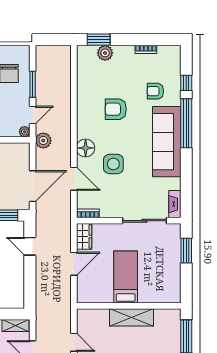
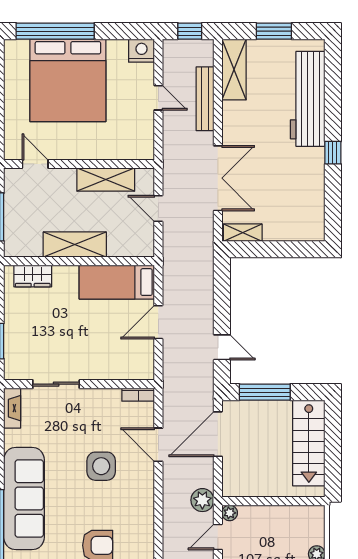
floor lamp: (86, 148) -> (141, 489), removed
sliding door: (145, 221) -> (56, 384), width x0.73
wardrobe: (84, 236) -> (33, 276), moved, turned -90
bed: (126, 277) -> (117, 282), moved, turned 90

